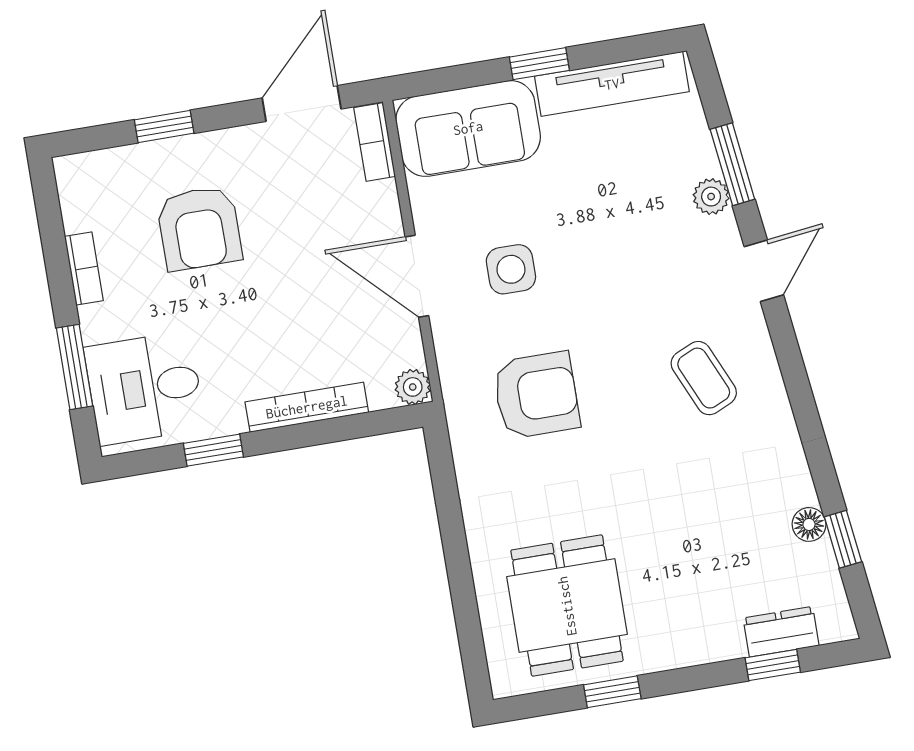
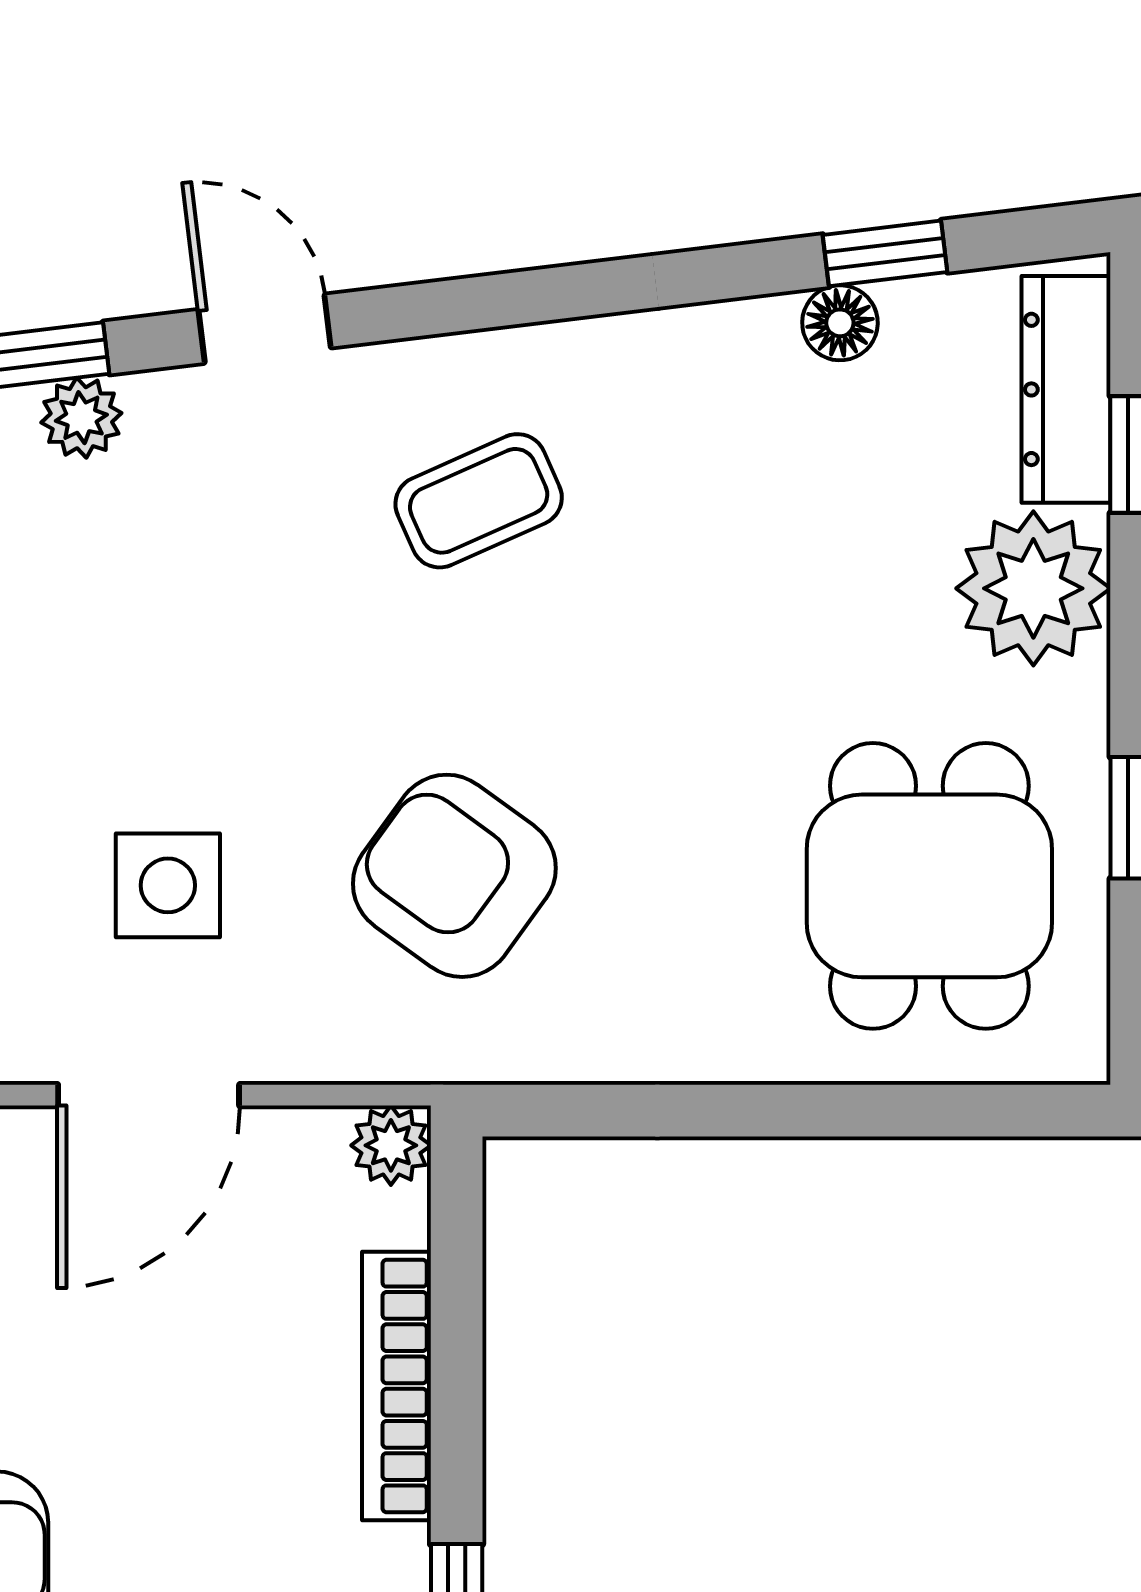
armchair: (536, 395) -> (454, 876), turned -54
dining table: (567, 606) -> (929, 886), turned 90
plant: (706, 629) -> (1033, 588), added
dresser: (781, 632) -> (1066, 389), width x1.44

